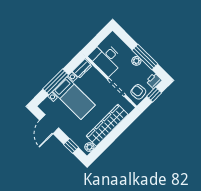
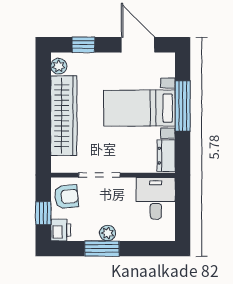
window: (145, 57) -> (102, 249), width x0.69
desk: (106, 58) -> (156, 198), width x0.73

